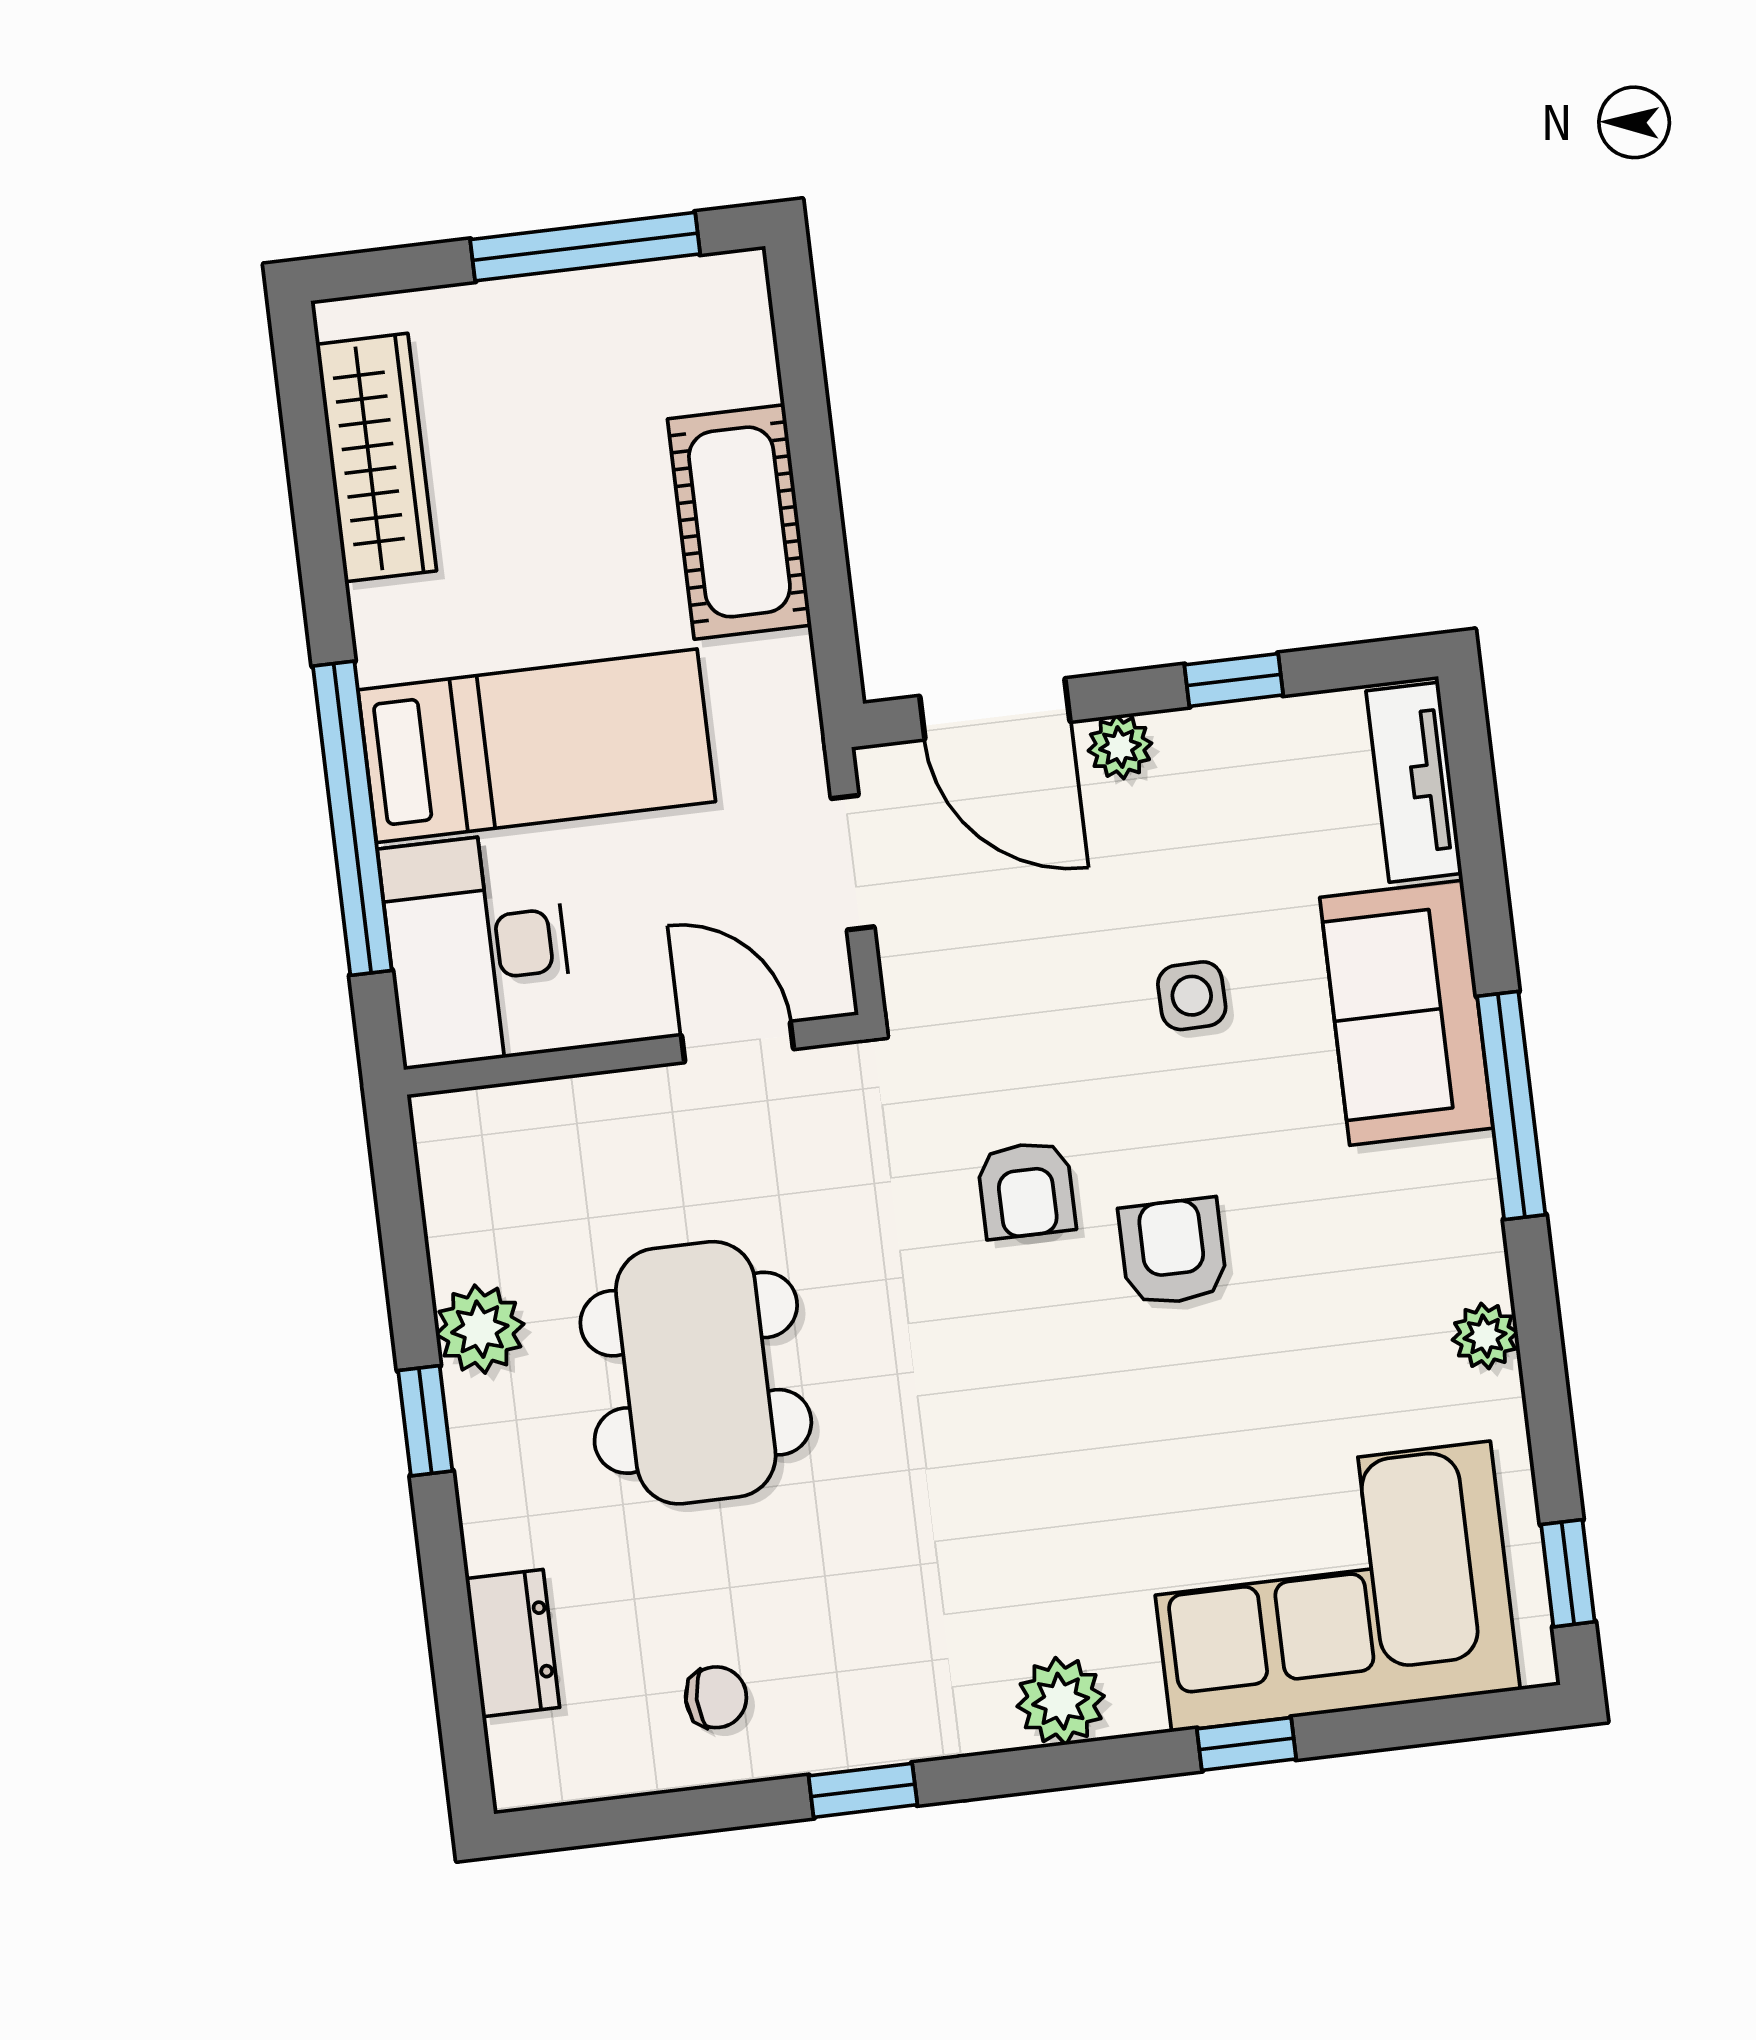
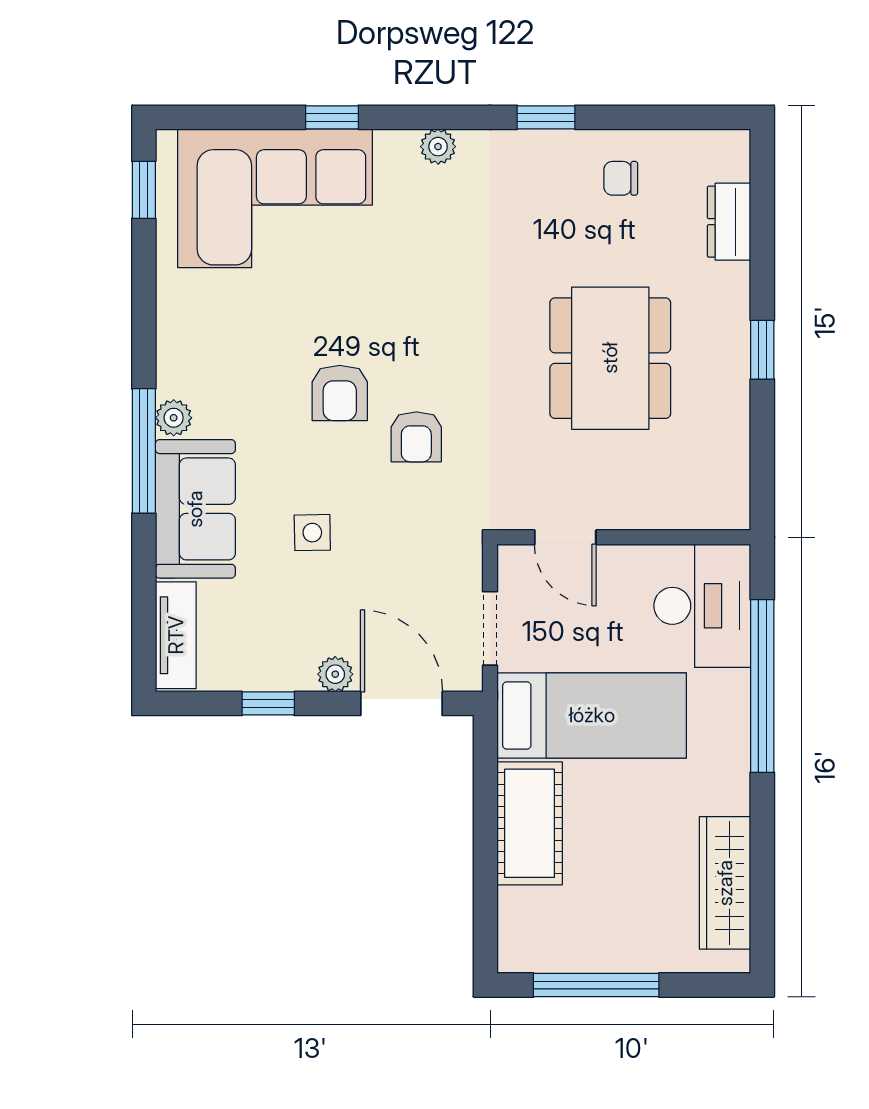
bed: (537, 746) -> (592, 715), moved, turned 180
armchair: (1026, 1190) -> (416, 437), turned 180
plant: (480, 1329) -> (726, 397), removed
plant: (1485, 1336) -> (174, 418), moved
plant: (1061, 1701) -> (438, 147), width x0.73, depth x0.73

